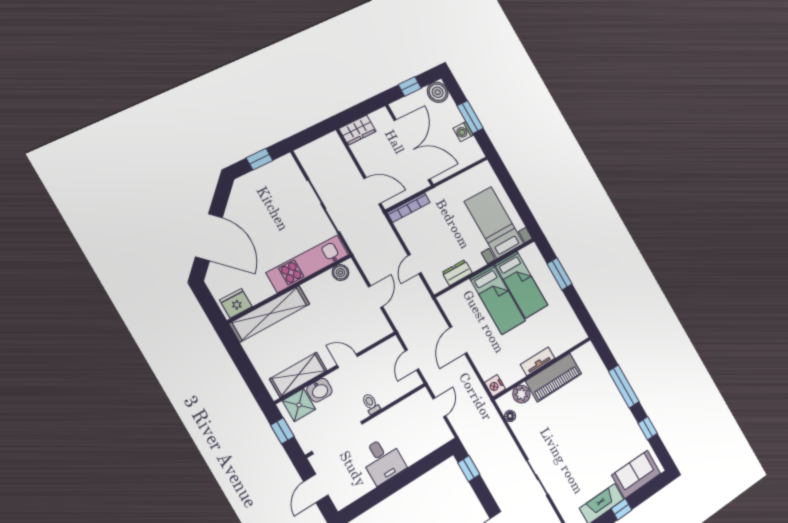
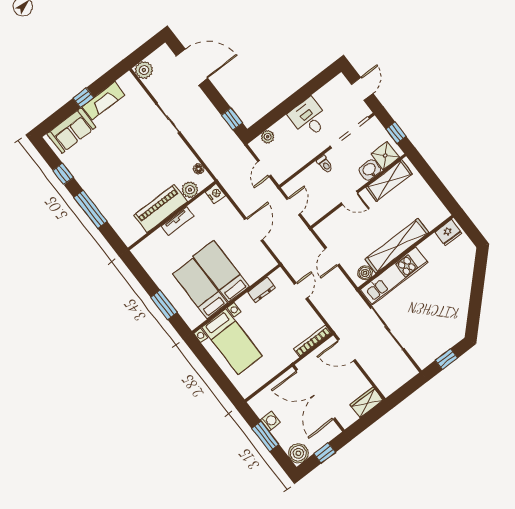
door: (209, 237) -> (478, 285), removed
shelving: (270, 314) -> (397, 246), moved
plant: (432, 443) -> (268, 137), added

